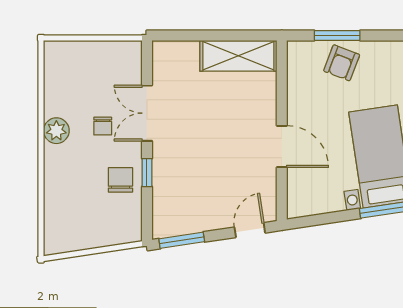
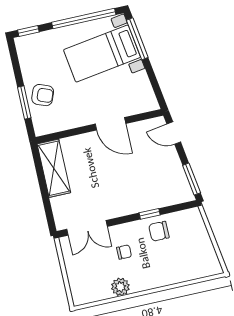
double door: (147, 113) -> (87, 228), moved
plant: (56, 131) -> (120, 287), moved
door: (282, 147) -> (110, 124), swing flipped

